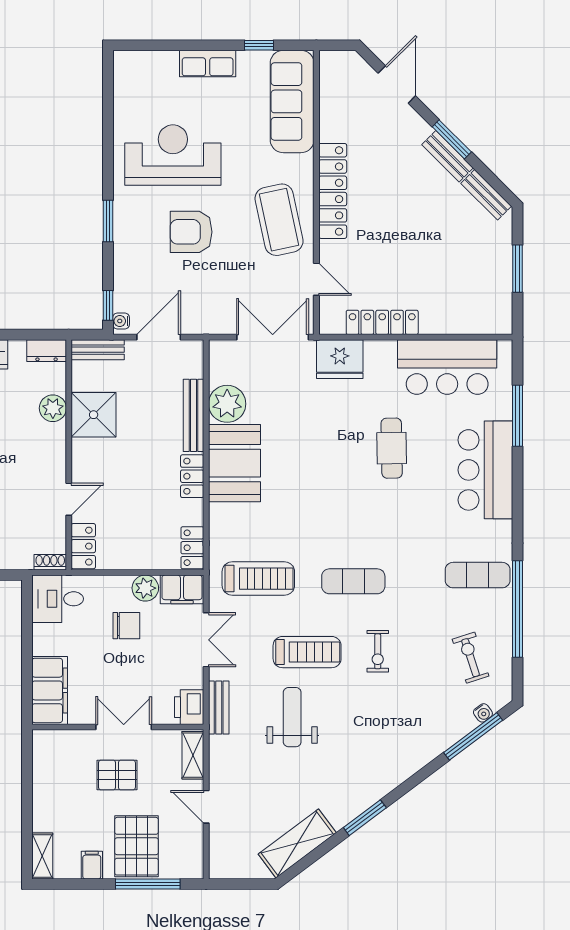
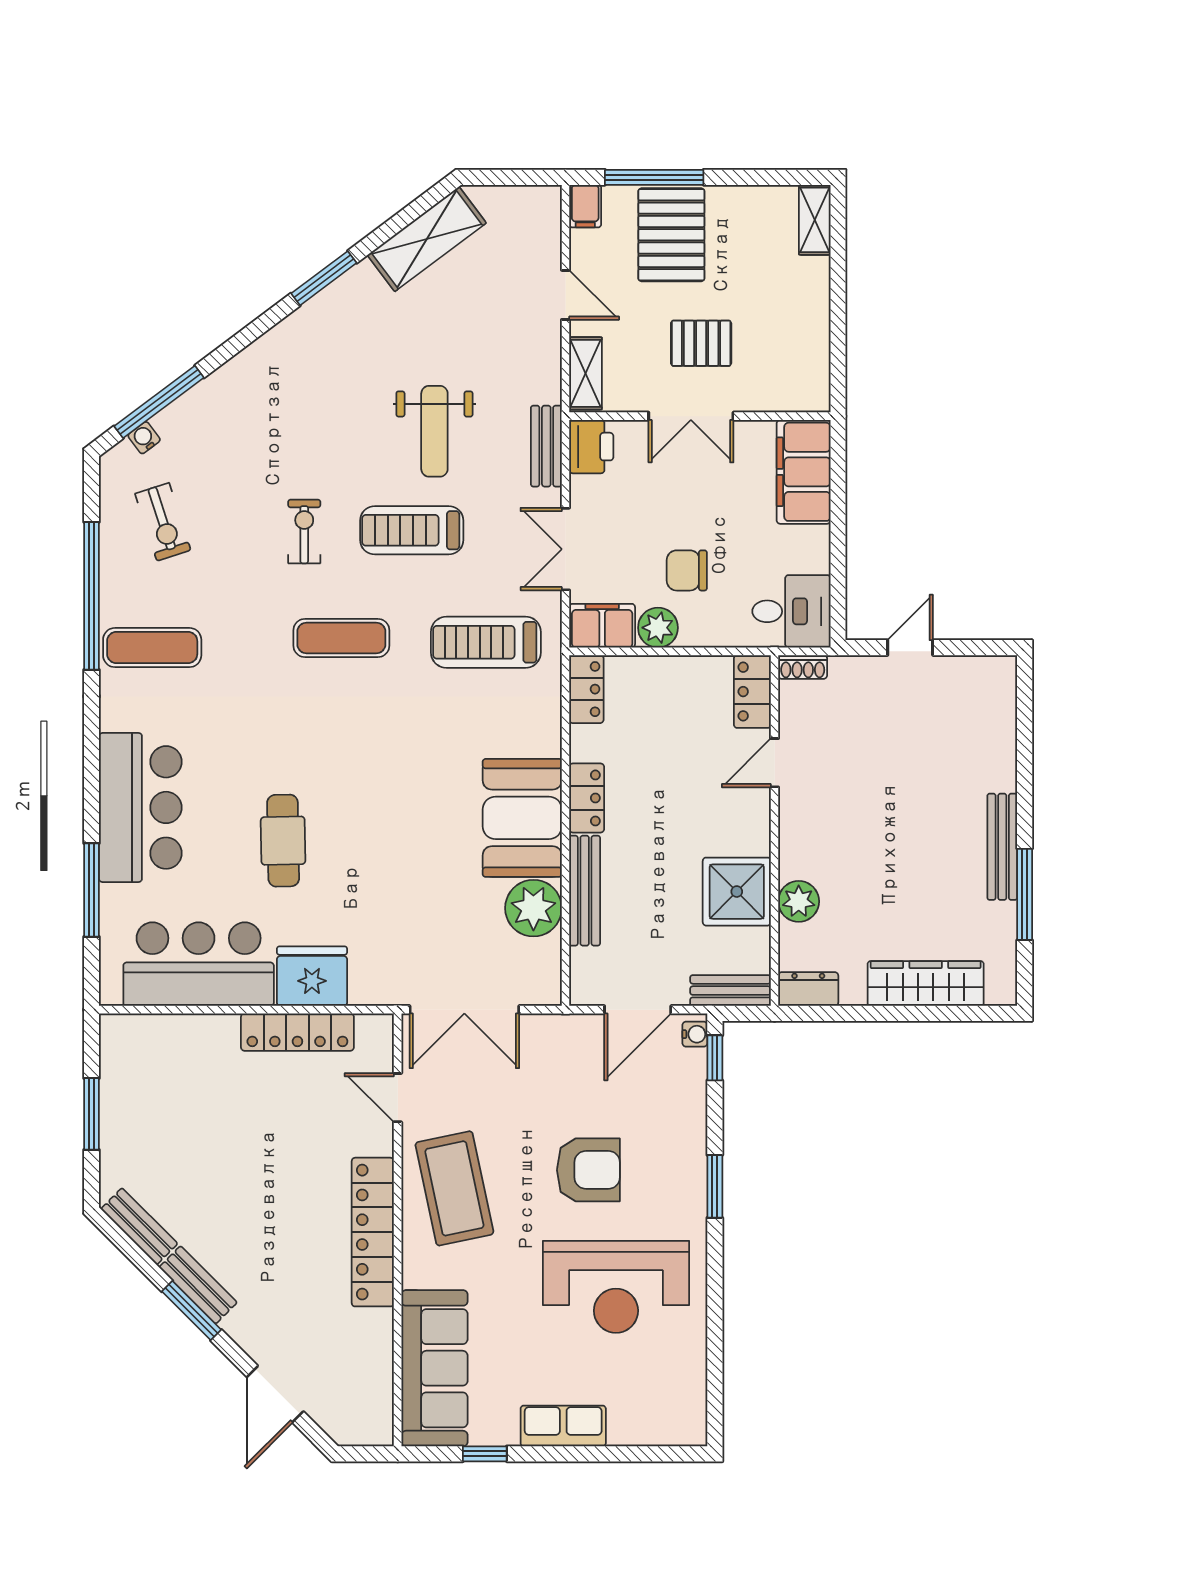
fridge: (340, 359) -> (312, 976), moved
filing cabinet: (92, 865) -> (585, 206), moved

